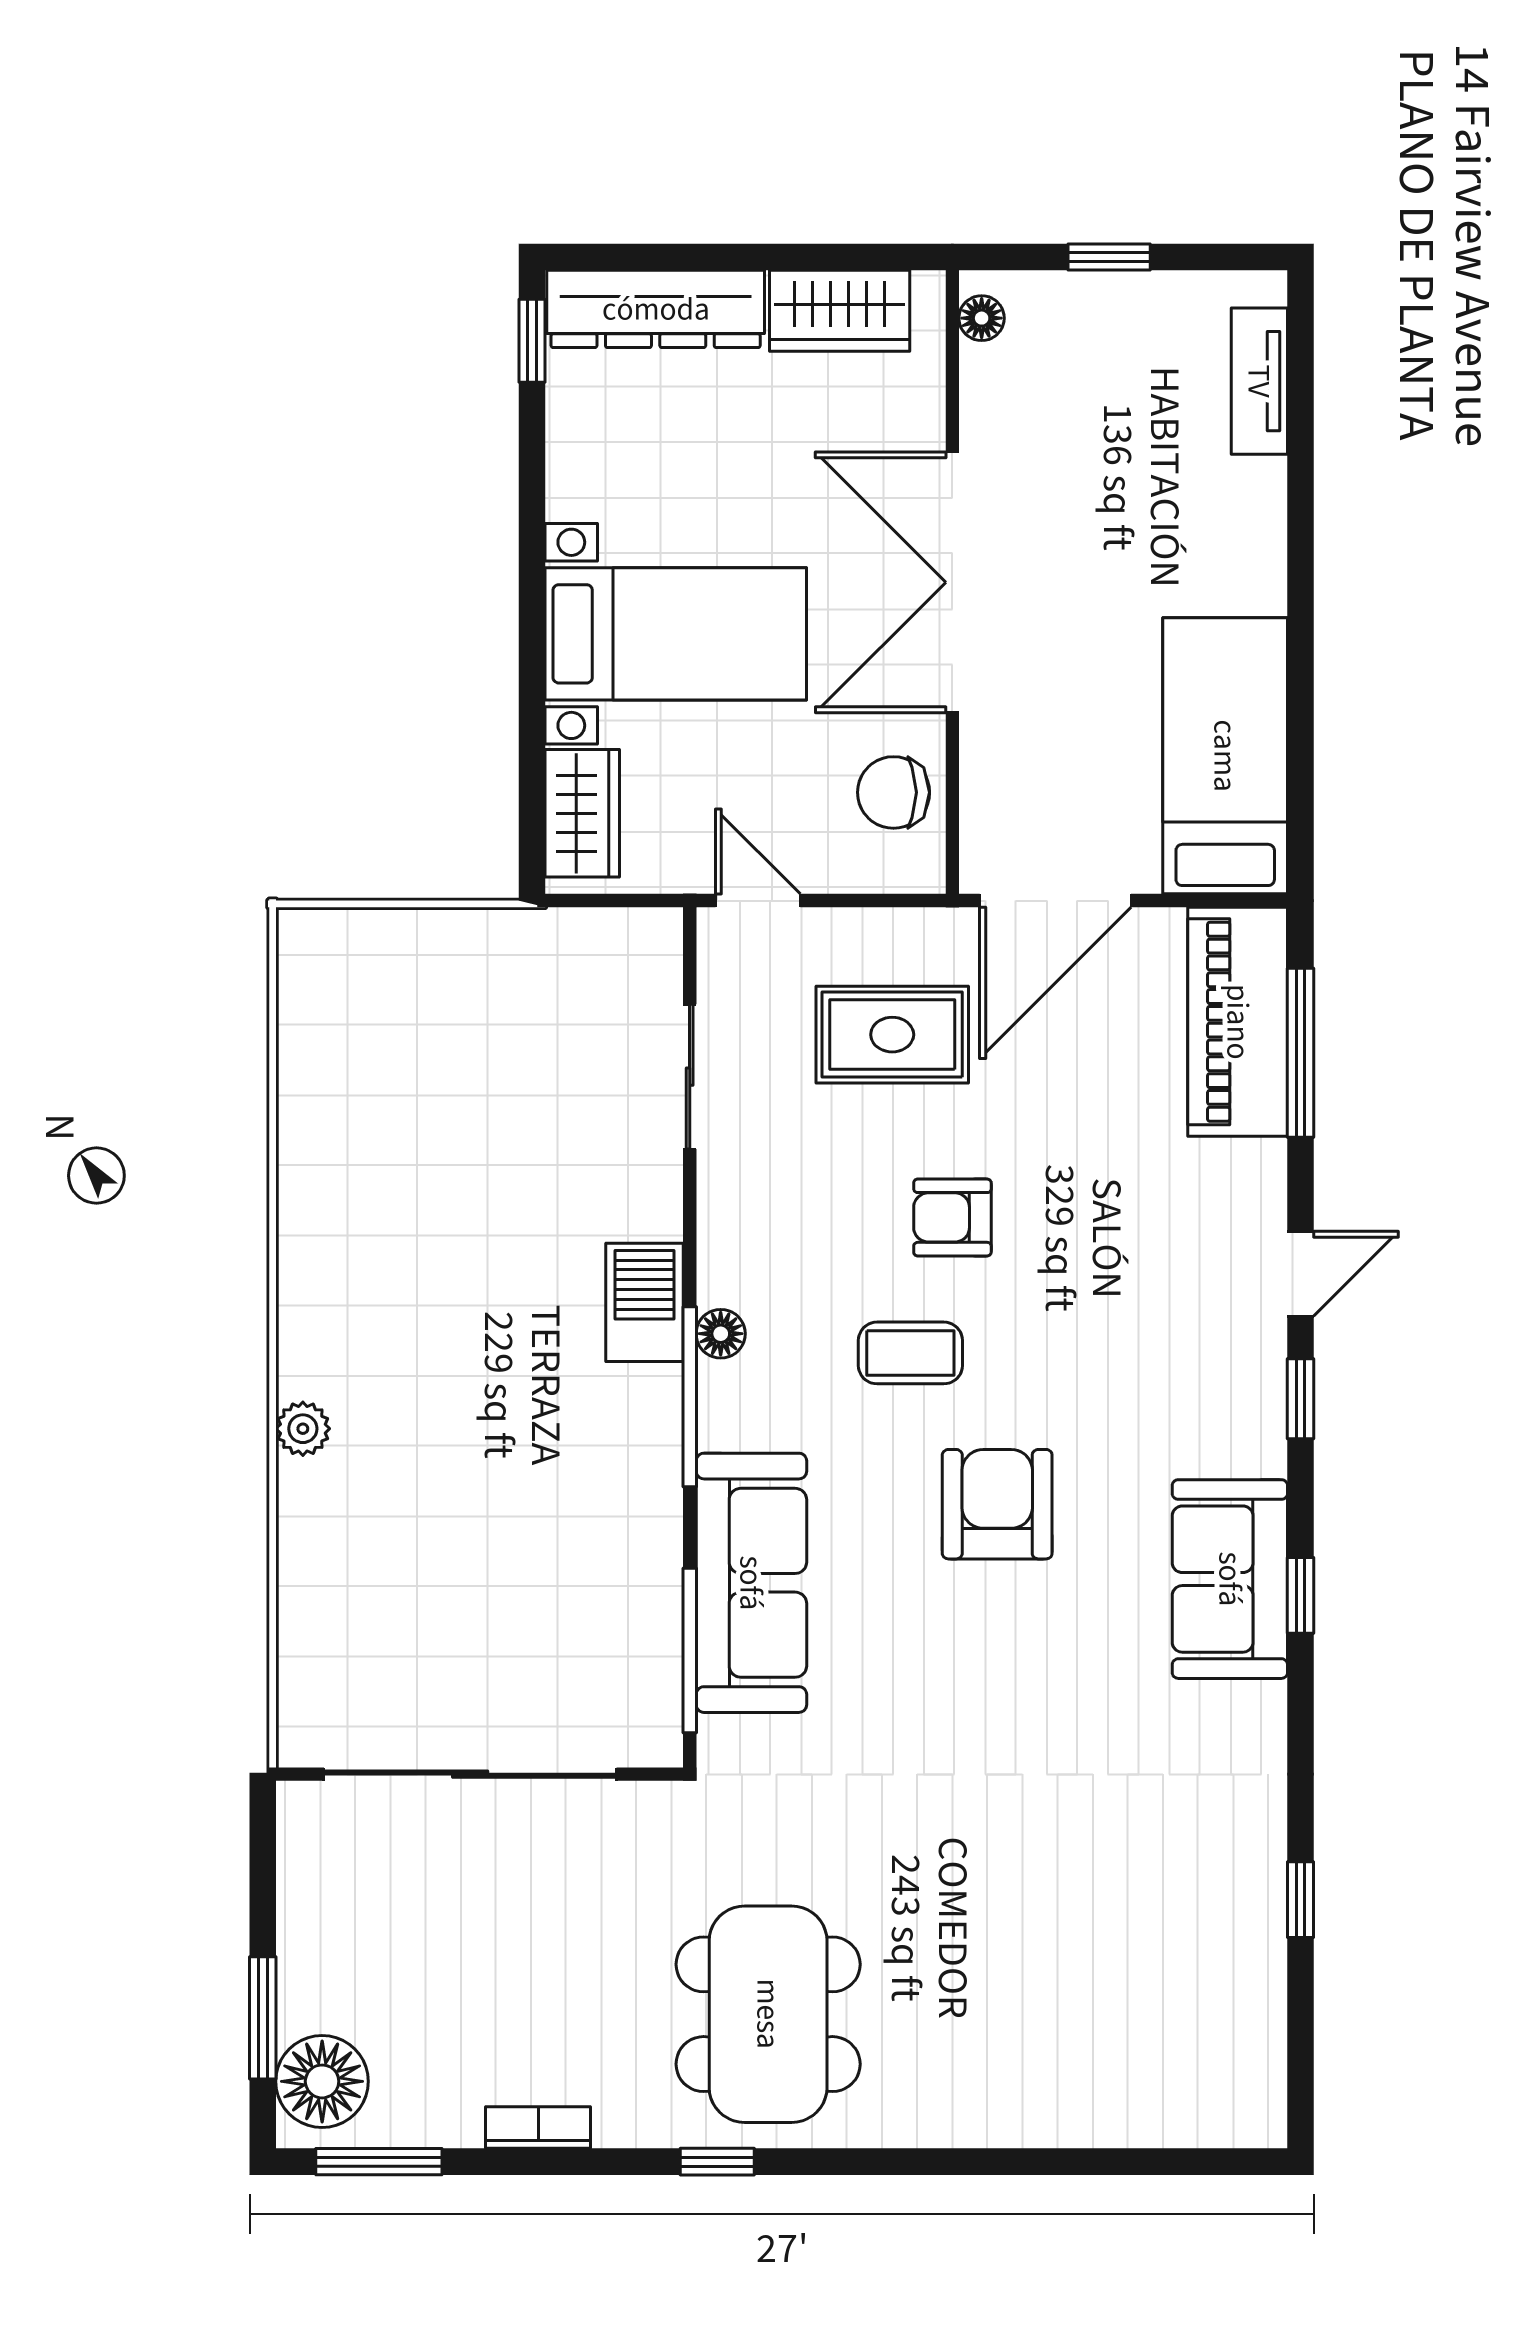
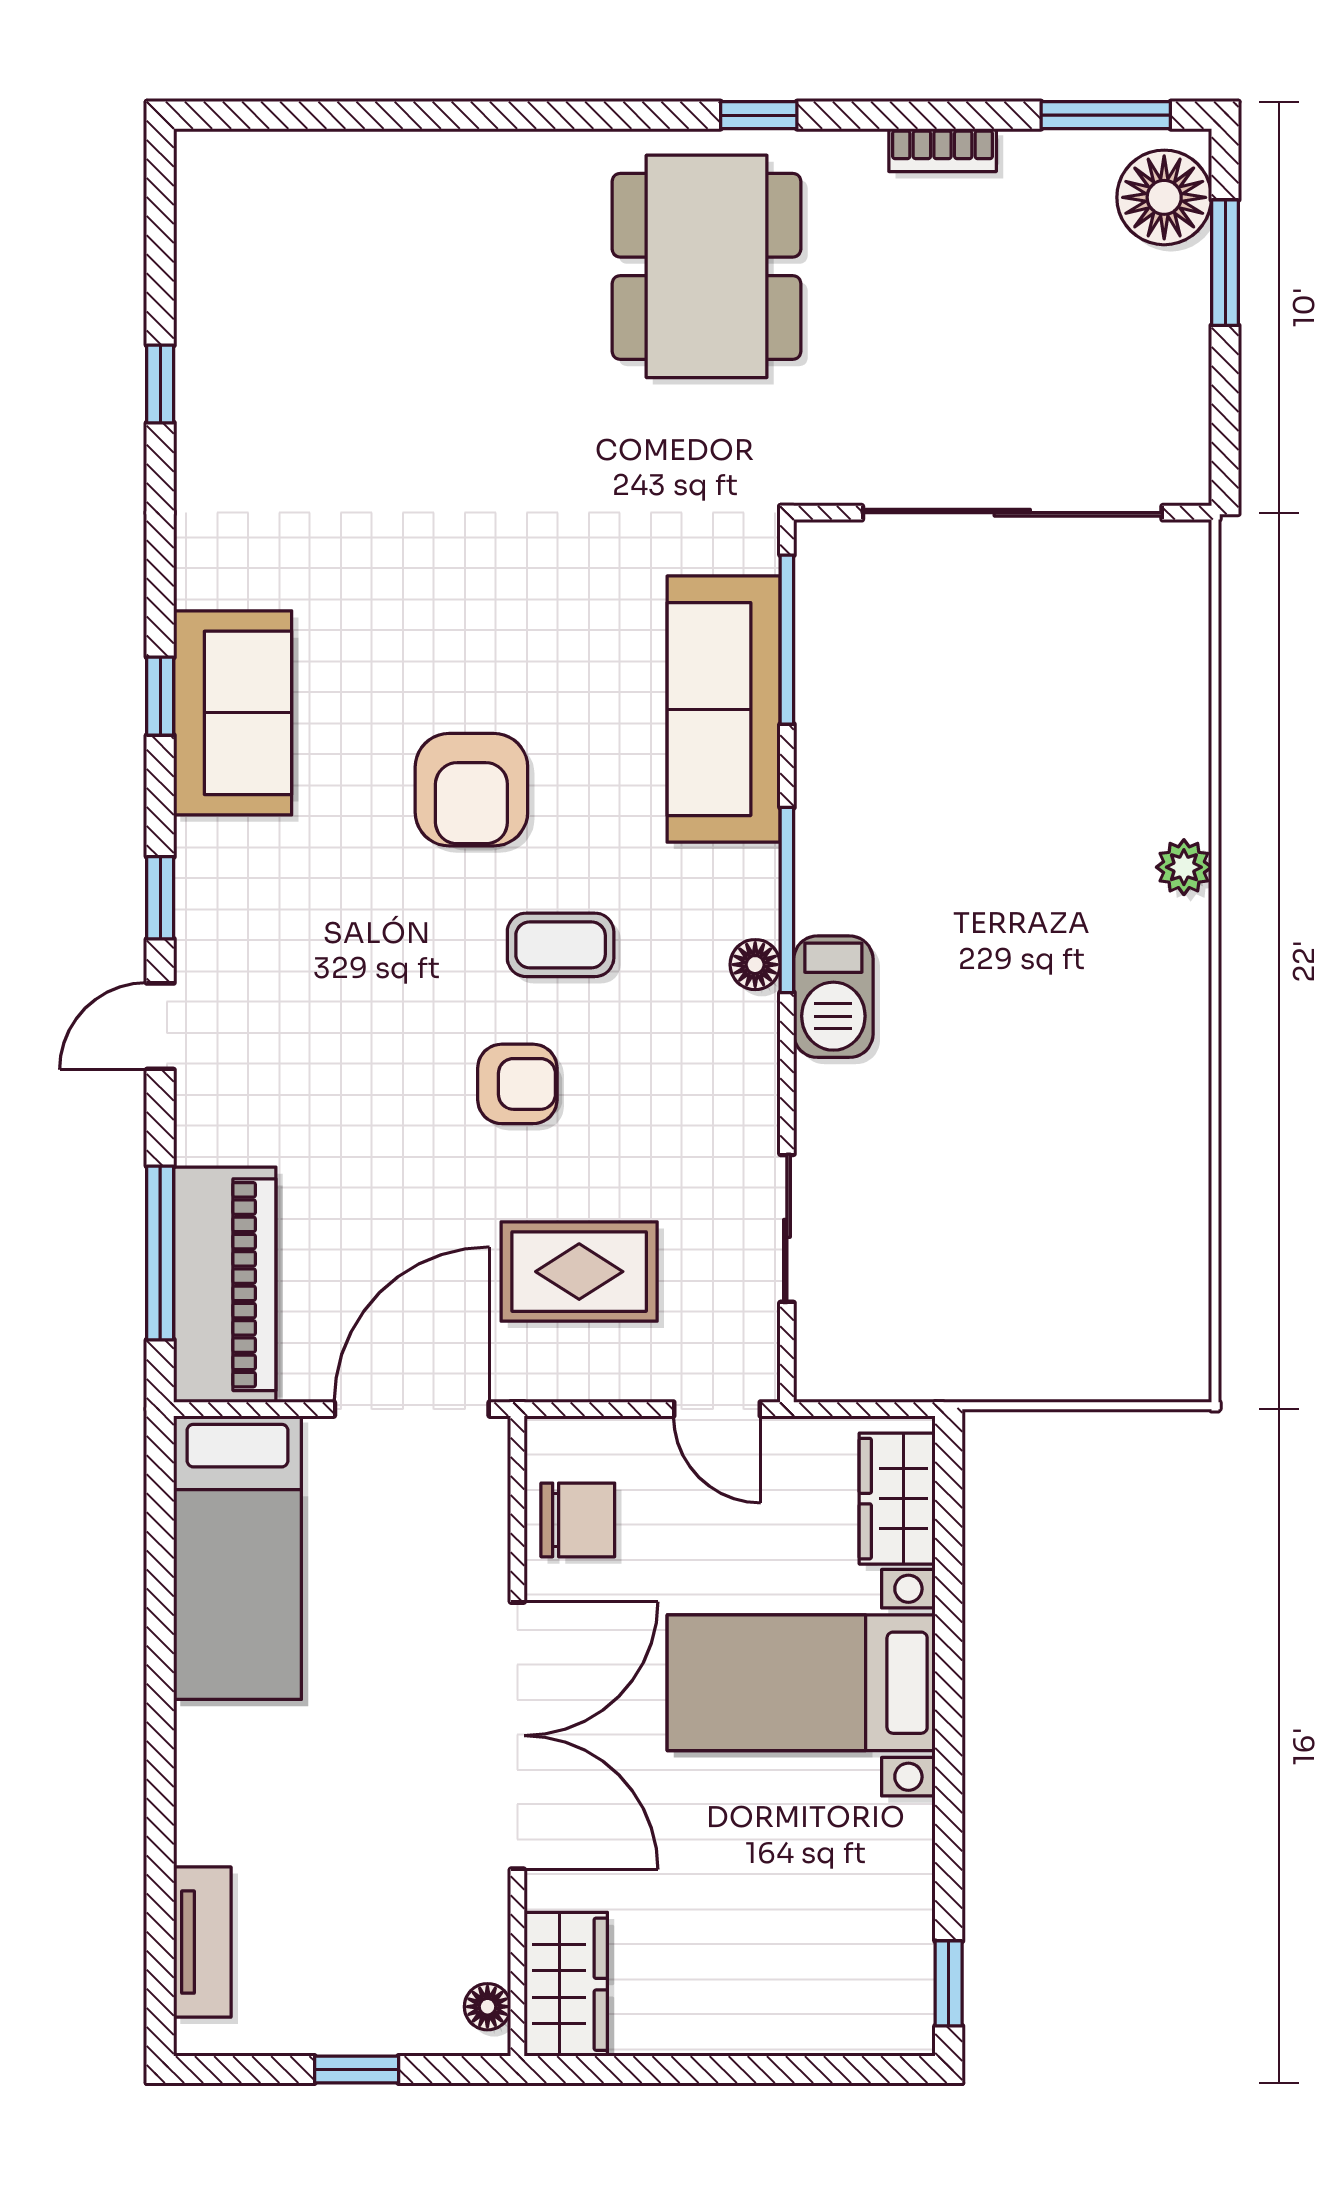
dresser: (656, 309) -> (822, 2016), removed
wardrobe: (840, 311) -> (566, 1984), moved, turned 90

